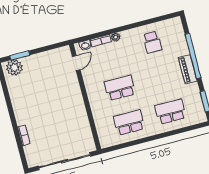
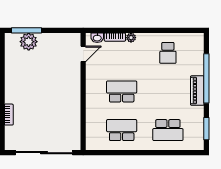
window: (20, 55) -> (27, 30), width x1.44
plant: (14, 68) -> (29, 42), moved
school desk: (171, 112) -> (168, 130), turned 180

